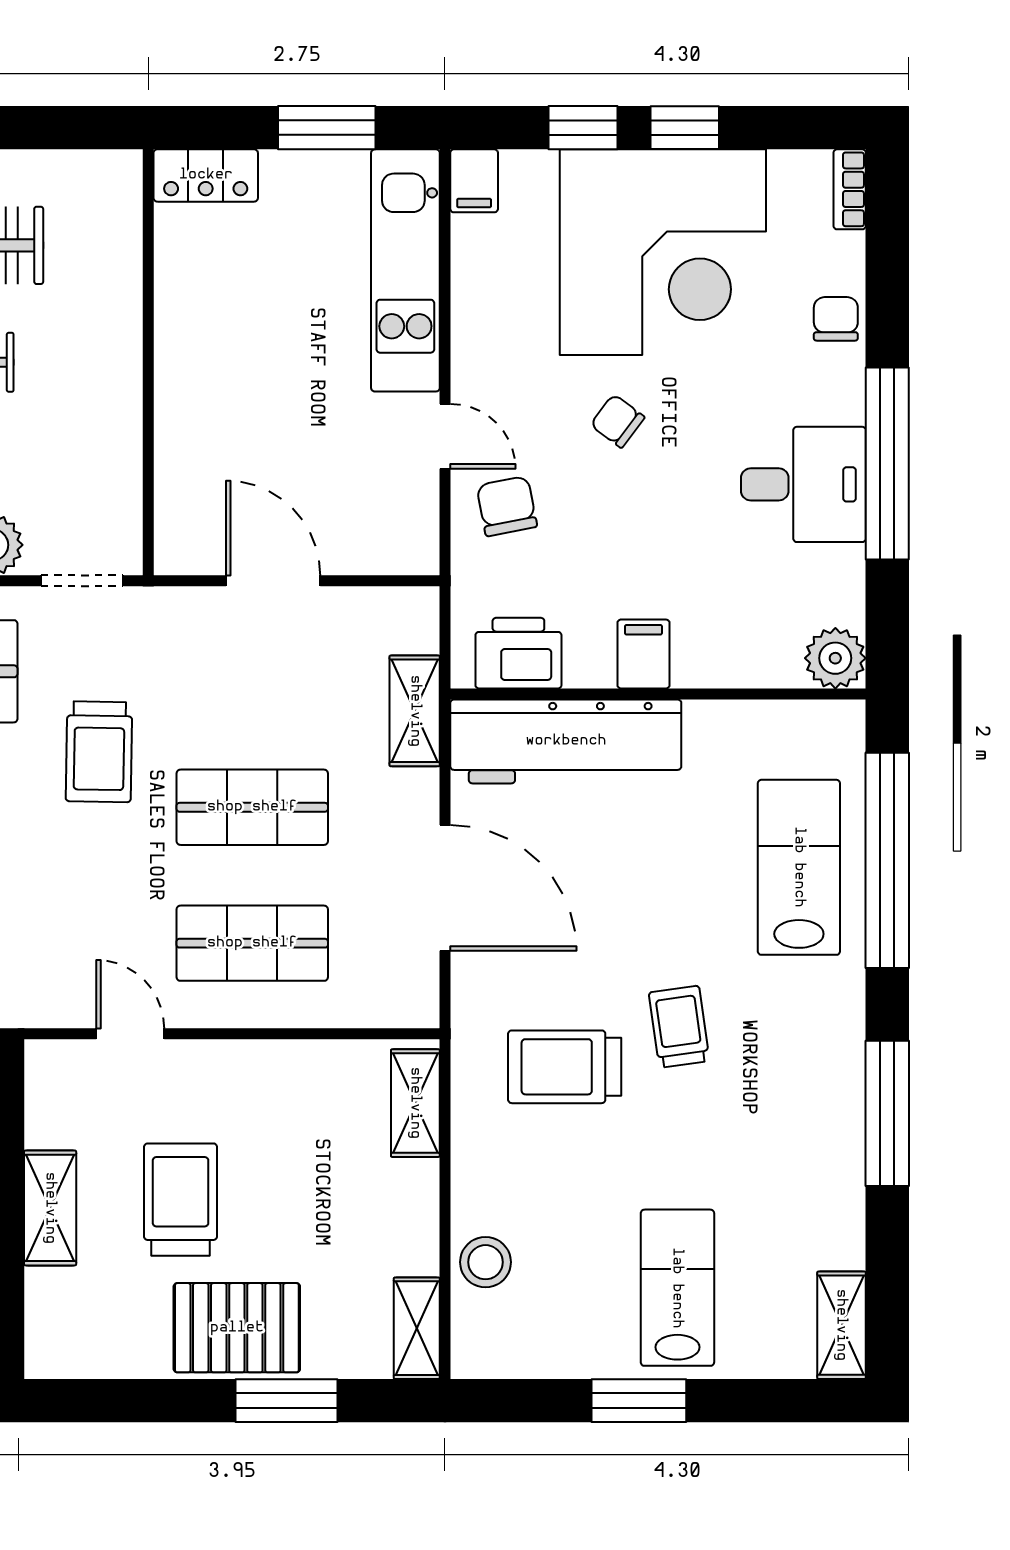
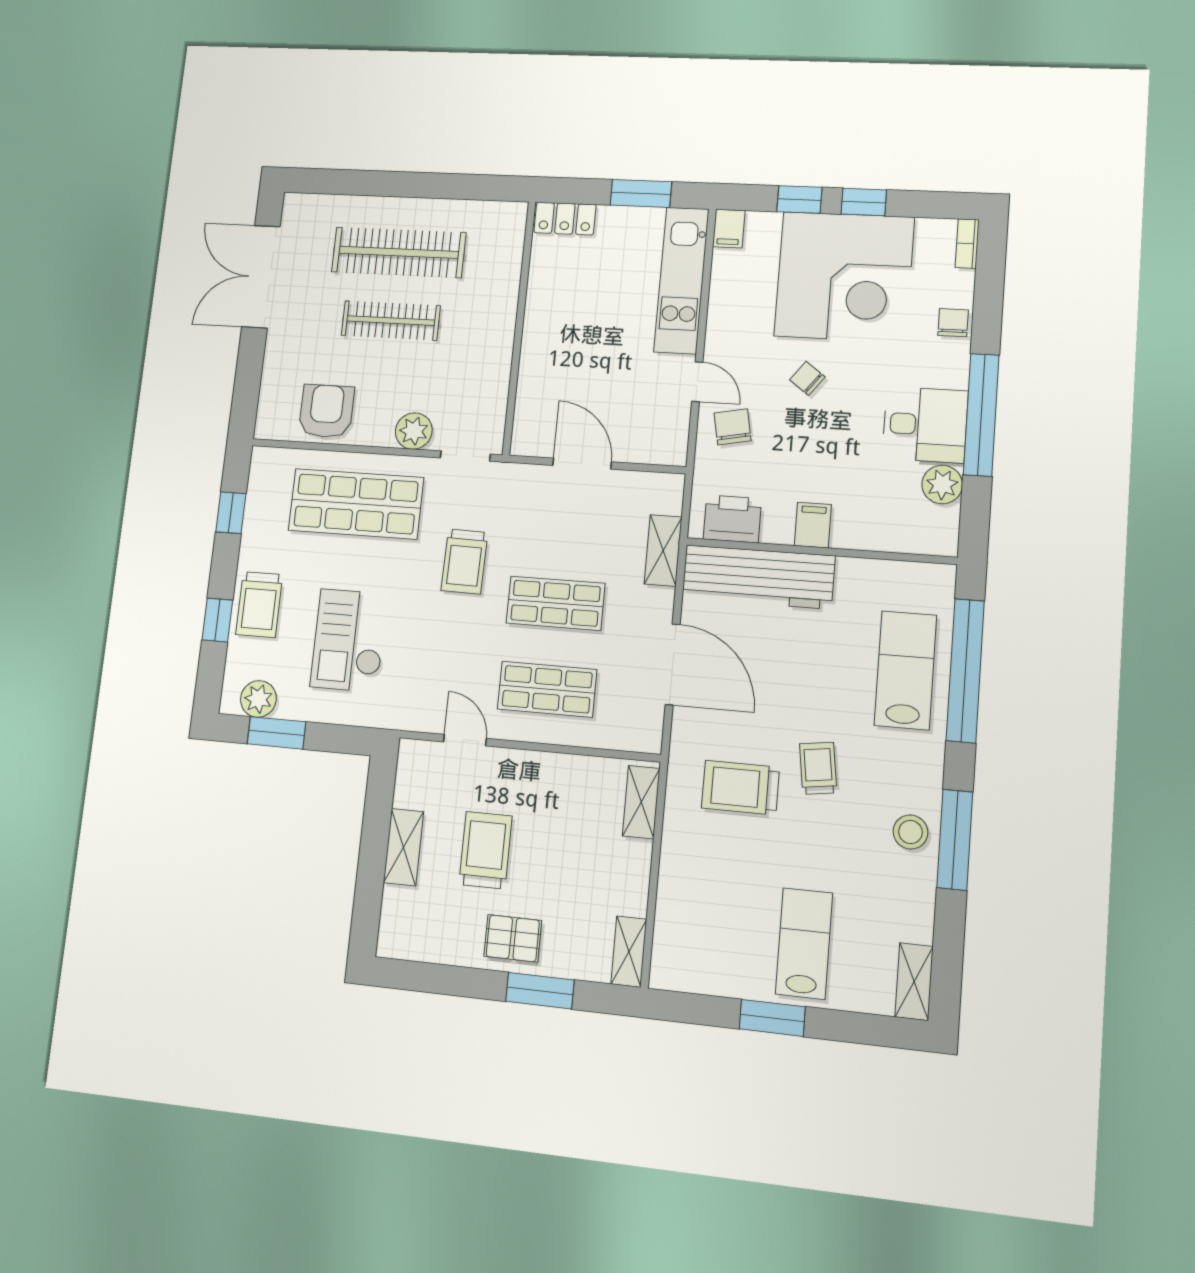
plant: (835, 658) -> (942, 485), moved
stool: (486, 1262) -> (910, 832), moved
pallet: (237, 1328) -> (513, 938), width x0.67, depth x0.71

